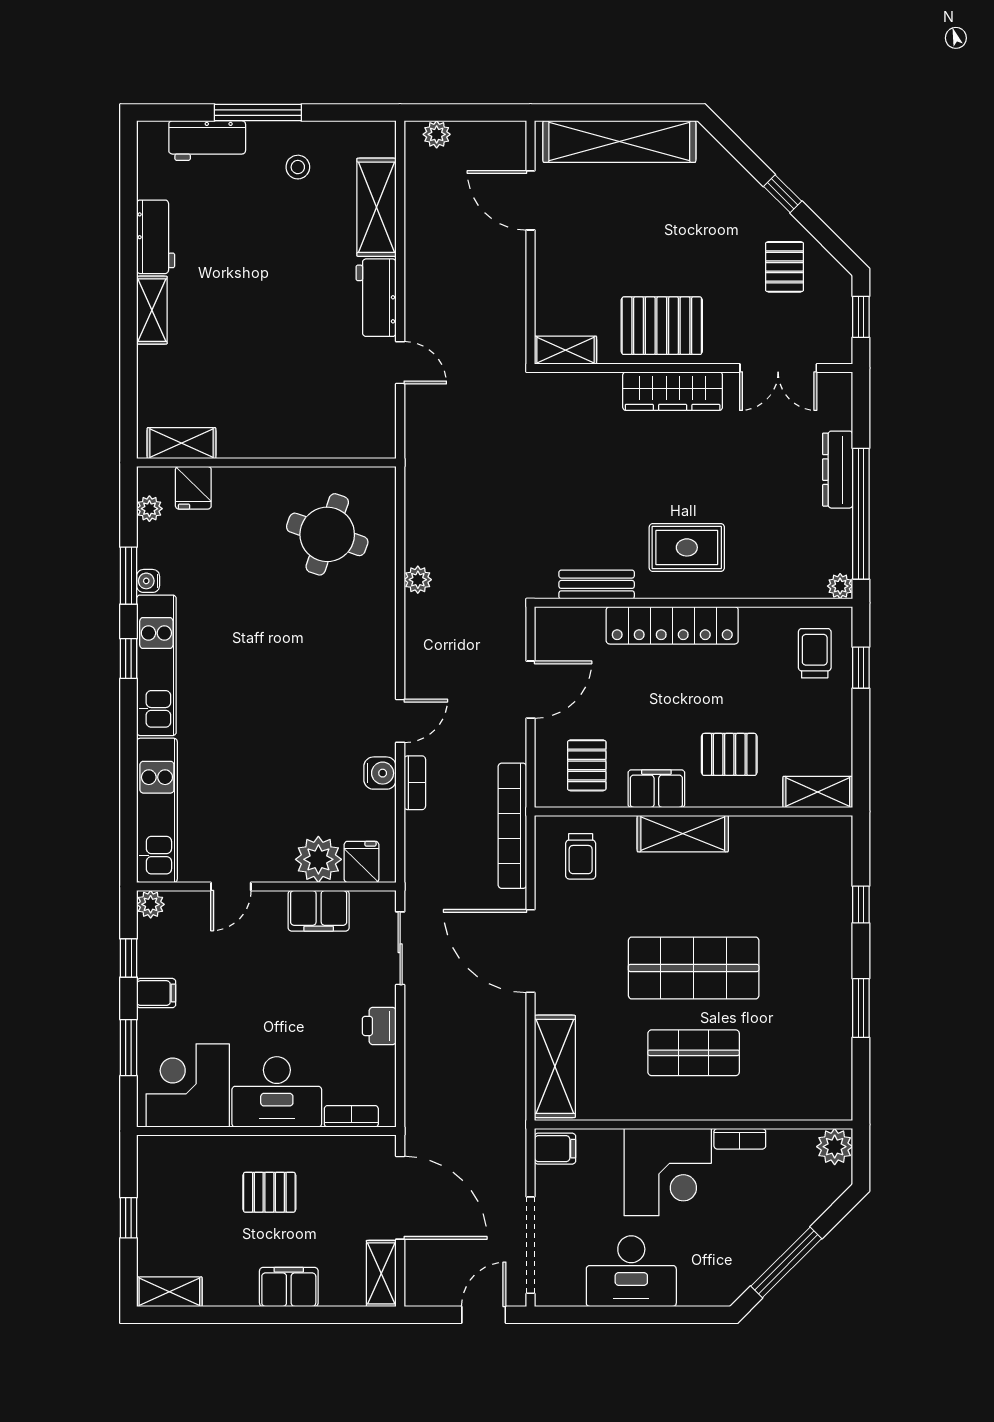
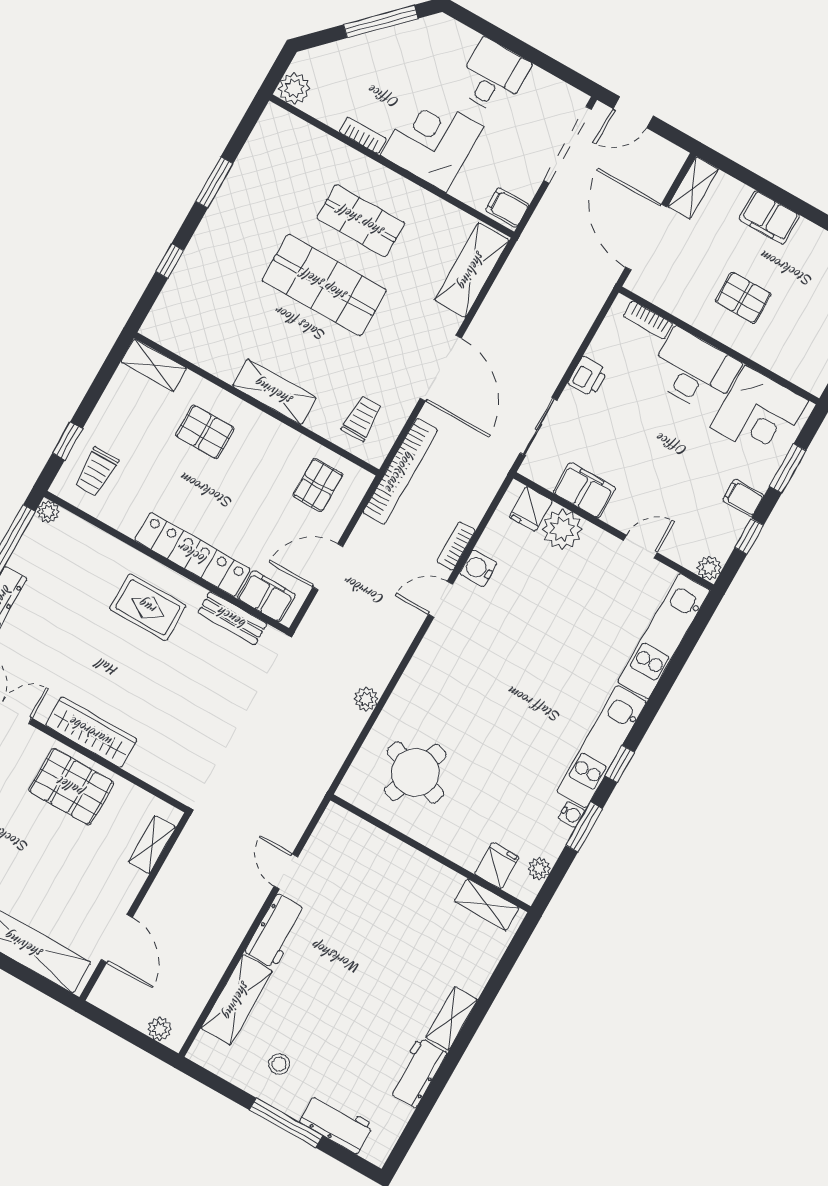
shelving: (565, 350) -> (152, 845), moved, turned 90
filing cabinet: (656, 789) -> (266, 596), moved, turned 180
desk: (631, 1271) -> (493, 76), width x0.73

